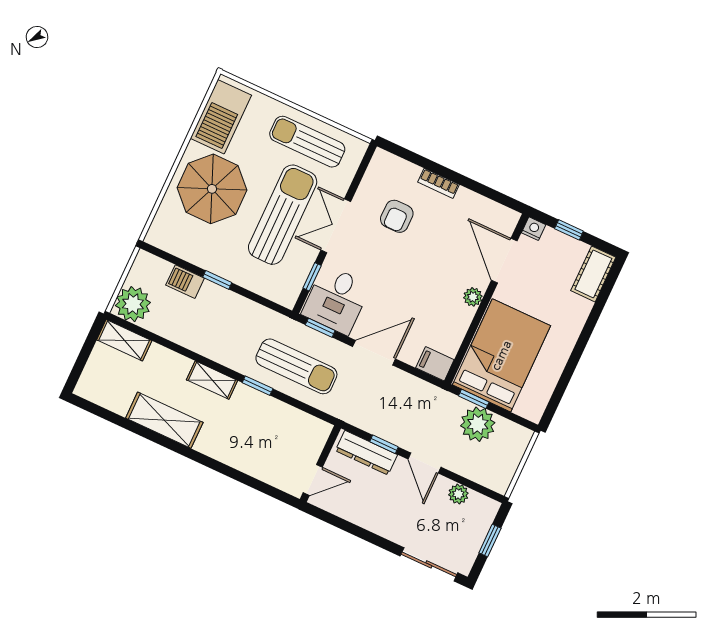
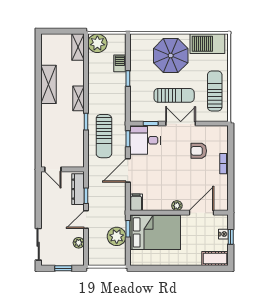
sun lounger: (283, 215) -> (174, 95), width x0.73, depth x0.75
nightstand: (534, 229) -> (223, 234), moved
door: (374, 353) -> (128, 170), swing flipped

